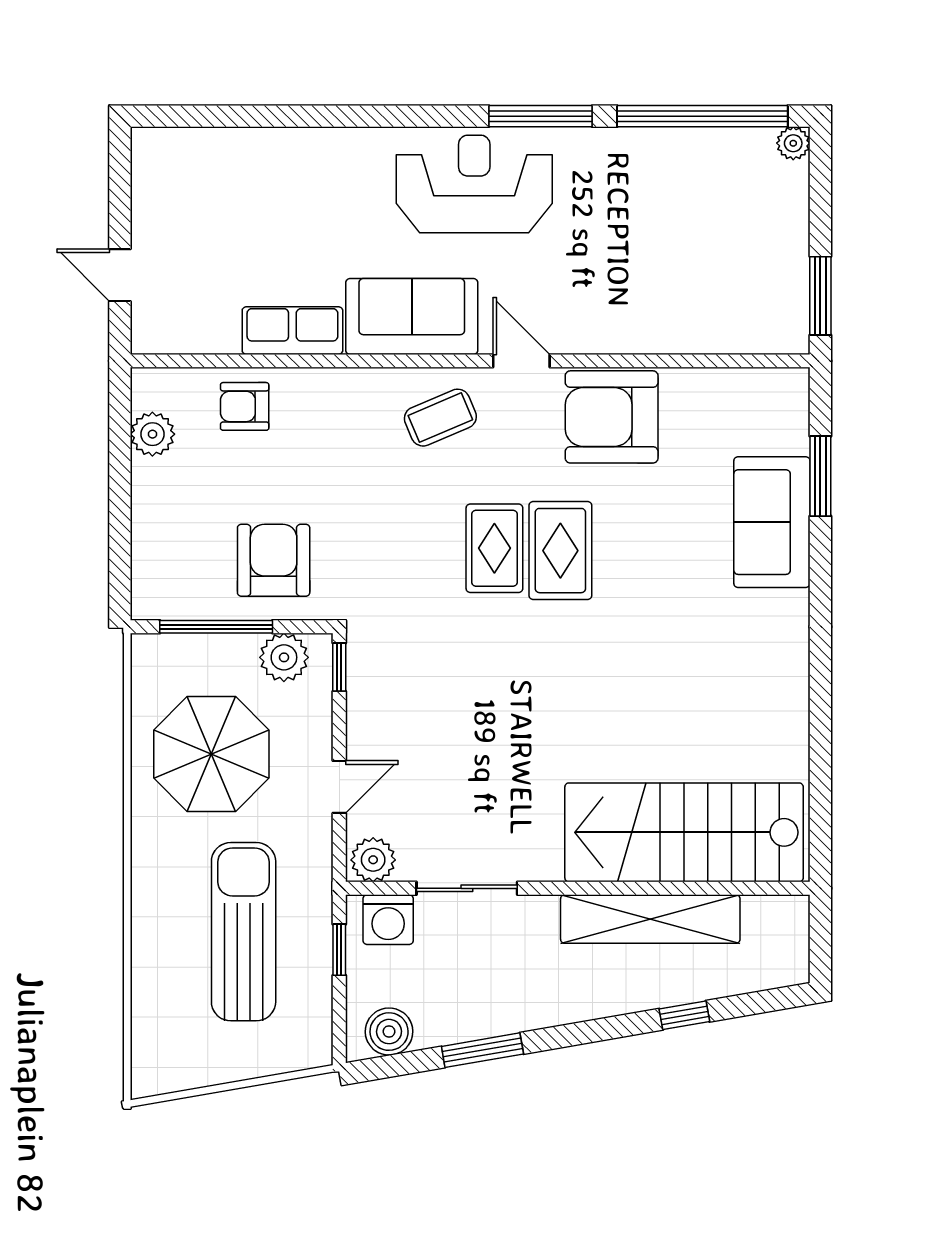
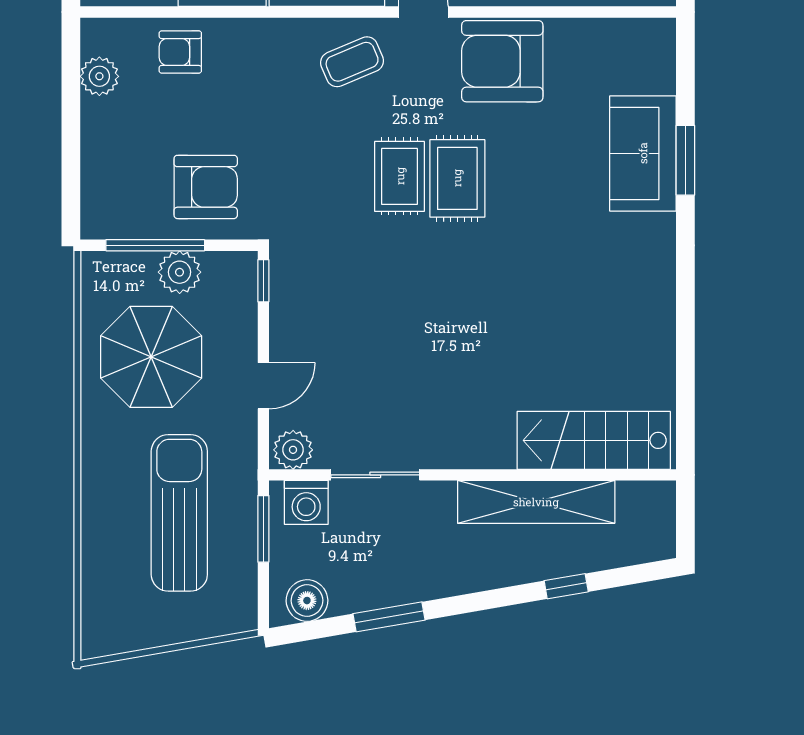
window: (820, 476) -> (685, 160), moved
armchair: (274, 560) -> (206, 187), turned 90
plant: (284, 657) -> (180, 272), moved
stairs: (684, 832) -> (594, 440), width x0.73, depth x0.66
window: (339, 950) -> (263, 529), width x1.50

